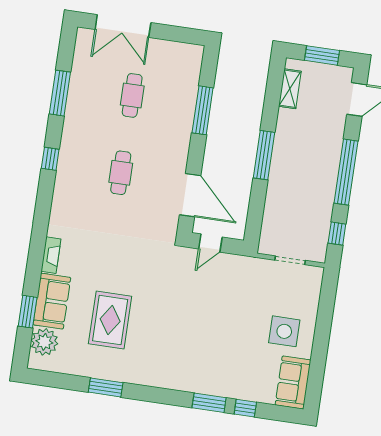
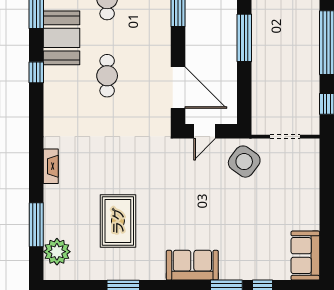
booth: (81, 128) -> (62, 38), added
sofa: (52, 301) -> (192, 265), moved, turned -90
window: (28, 312) -> (36, 225), width x1.44
side table: (284, 331) -> (244, 162), moved, turned 36

